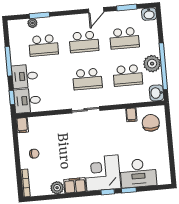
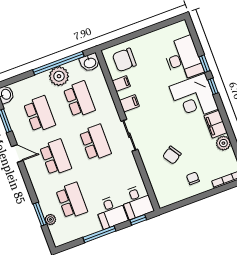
filing cabinet: (22, 125) -> (129, 103), moved
chair: (59, 141) -> (172, 155), added

